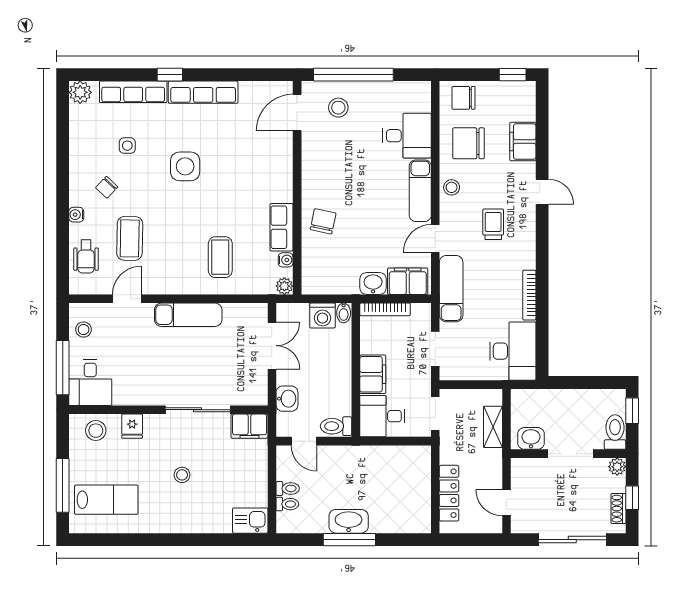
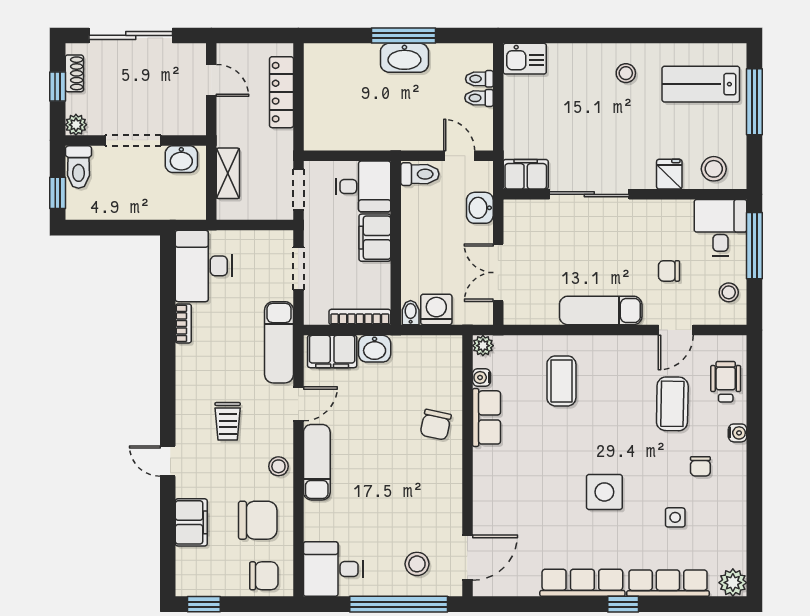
desk: (407, 136) -> (333, 569), moved
chair: (107, 187) -> (700, 466), turned 137
bookcase: (529, 295) -> (183, 323), width x0.64
chair: (132, 347) -> (669, 271), added
stool: (182, 475) -> (626, 73), moved

